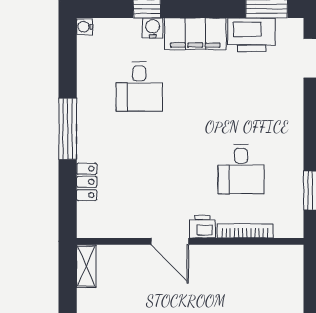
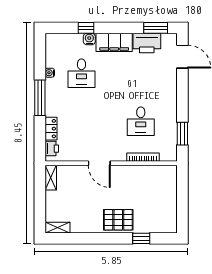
water cooler: (85, 27) -> (50, 73), moved
printer: (203, 227) -> (52, 149), moved, turned 90

